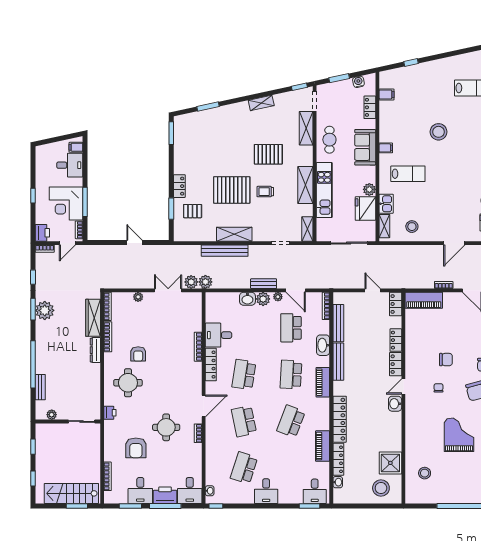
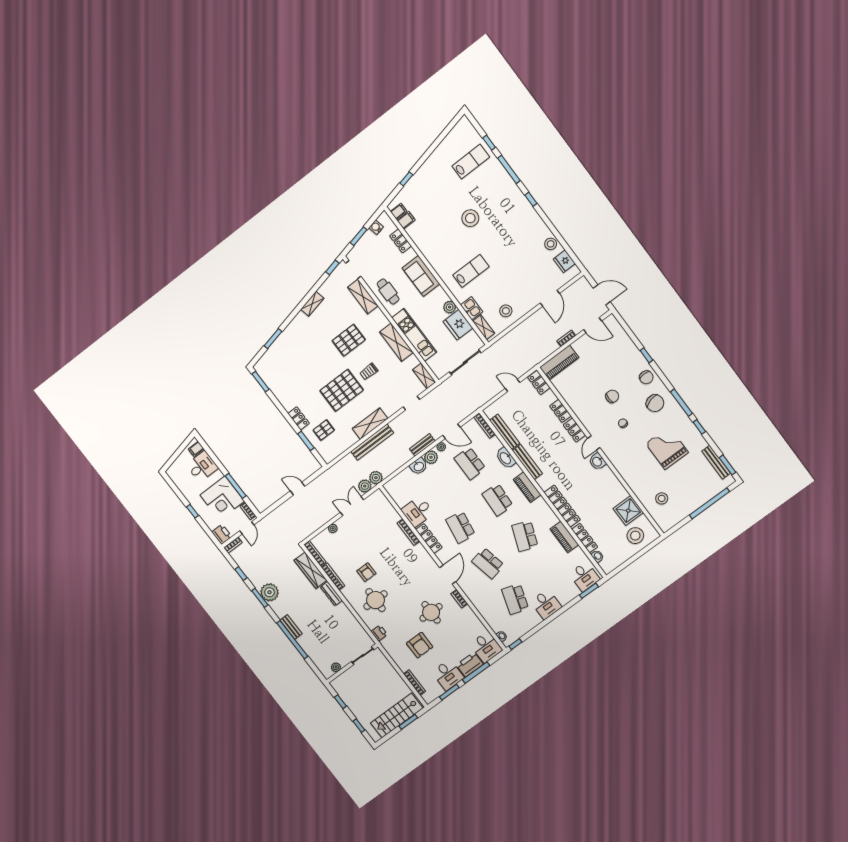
filing cabinet: (386, 148) -> (399, 211), moved
bench: (40, 387) -> (291, 627), moved

